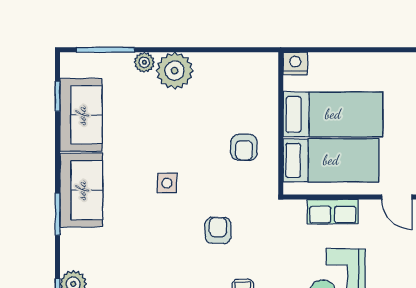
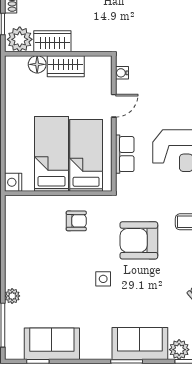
plant: (175, 71) -> (19, 273), removed
sofa: (81, 190) -> (140, 343), moved
armchair: (218, 230) -> (139, 240), width x1.88, depth x1.88

